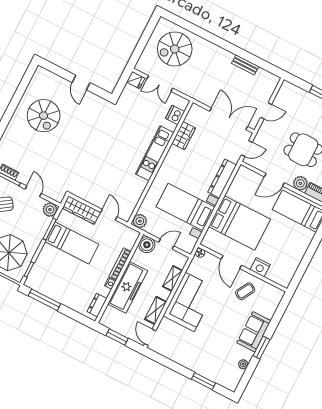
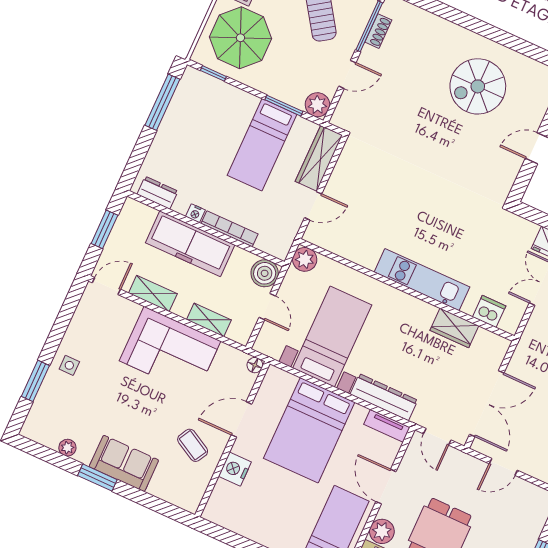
door: (266, 111) -> (503, 467), hinge flipped
tv unit: (239, 178) -> (387, 426), added
side table: (195, 361) -> (69, 365), added

